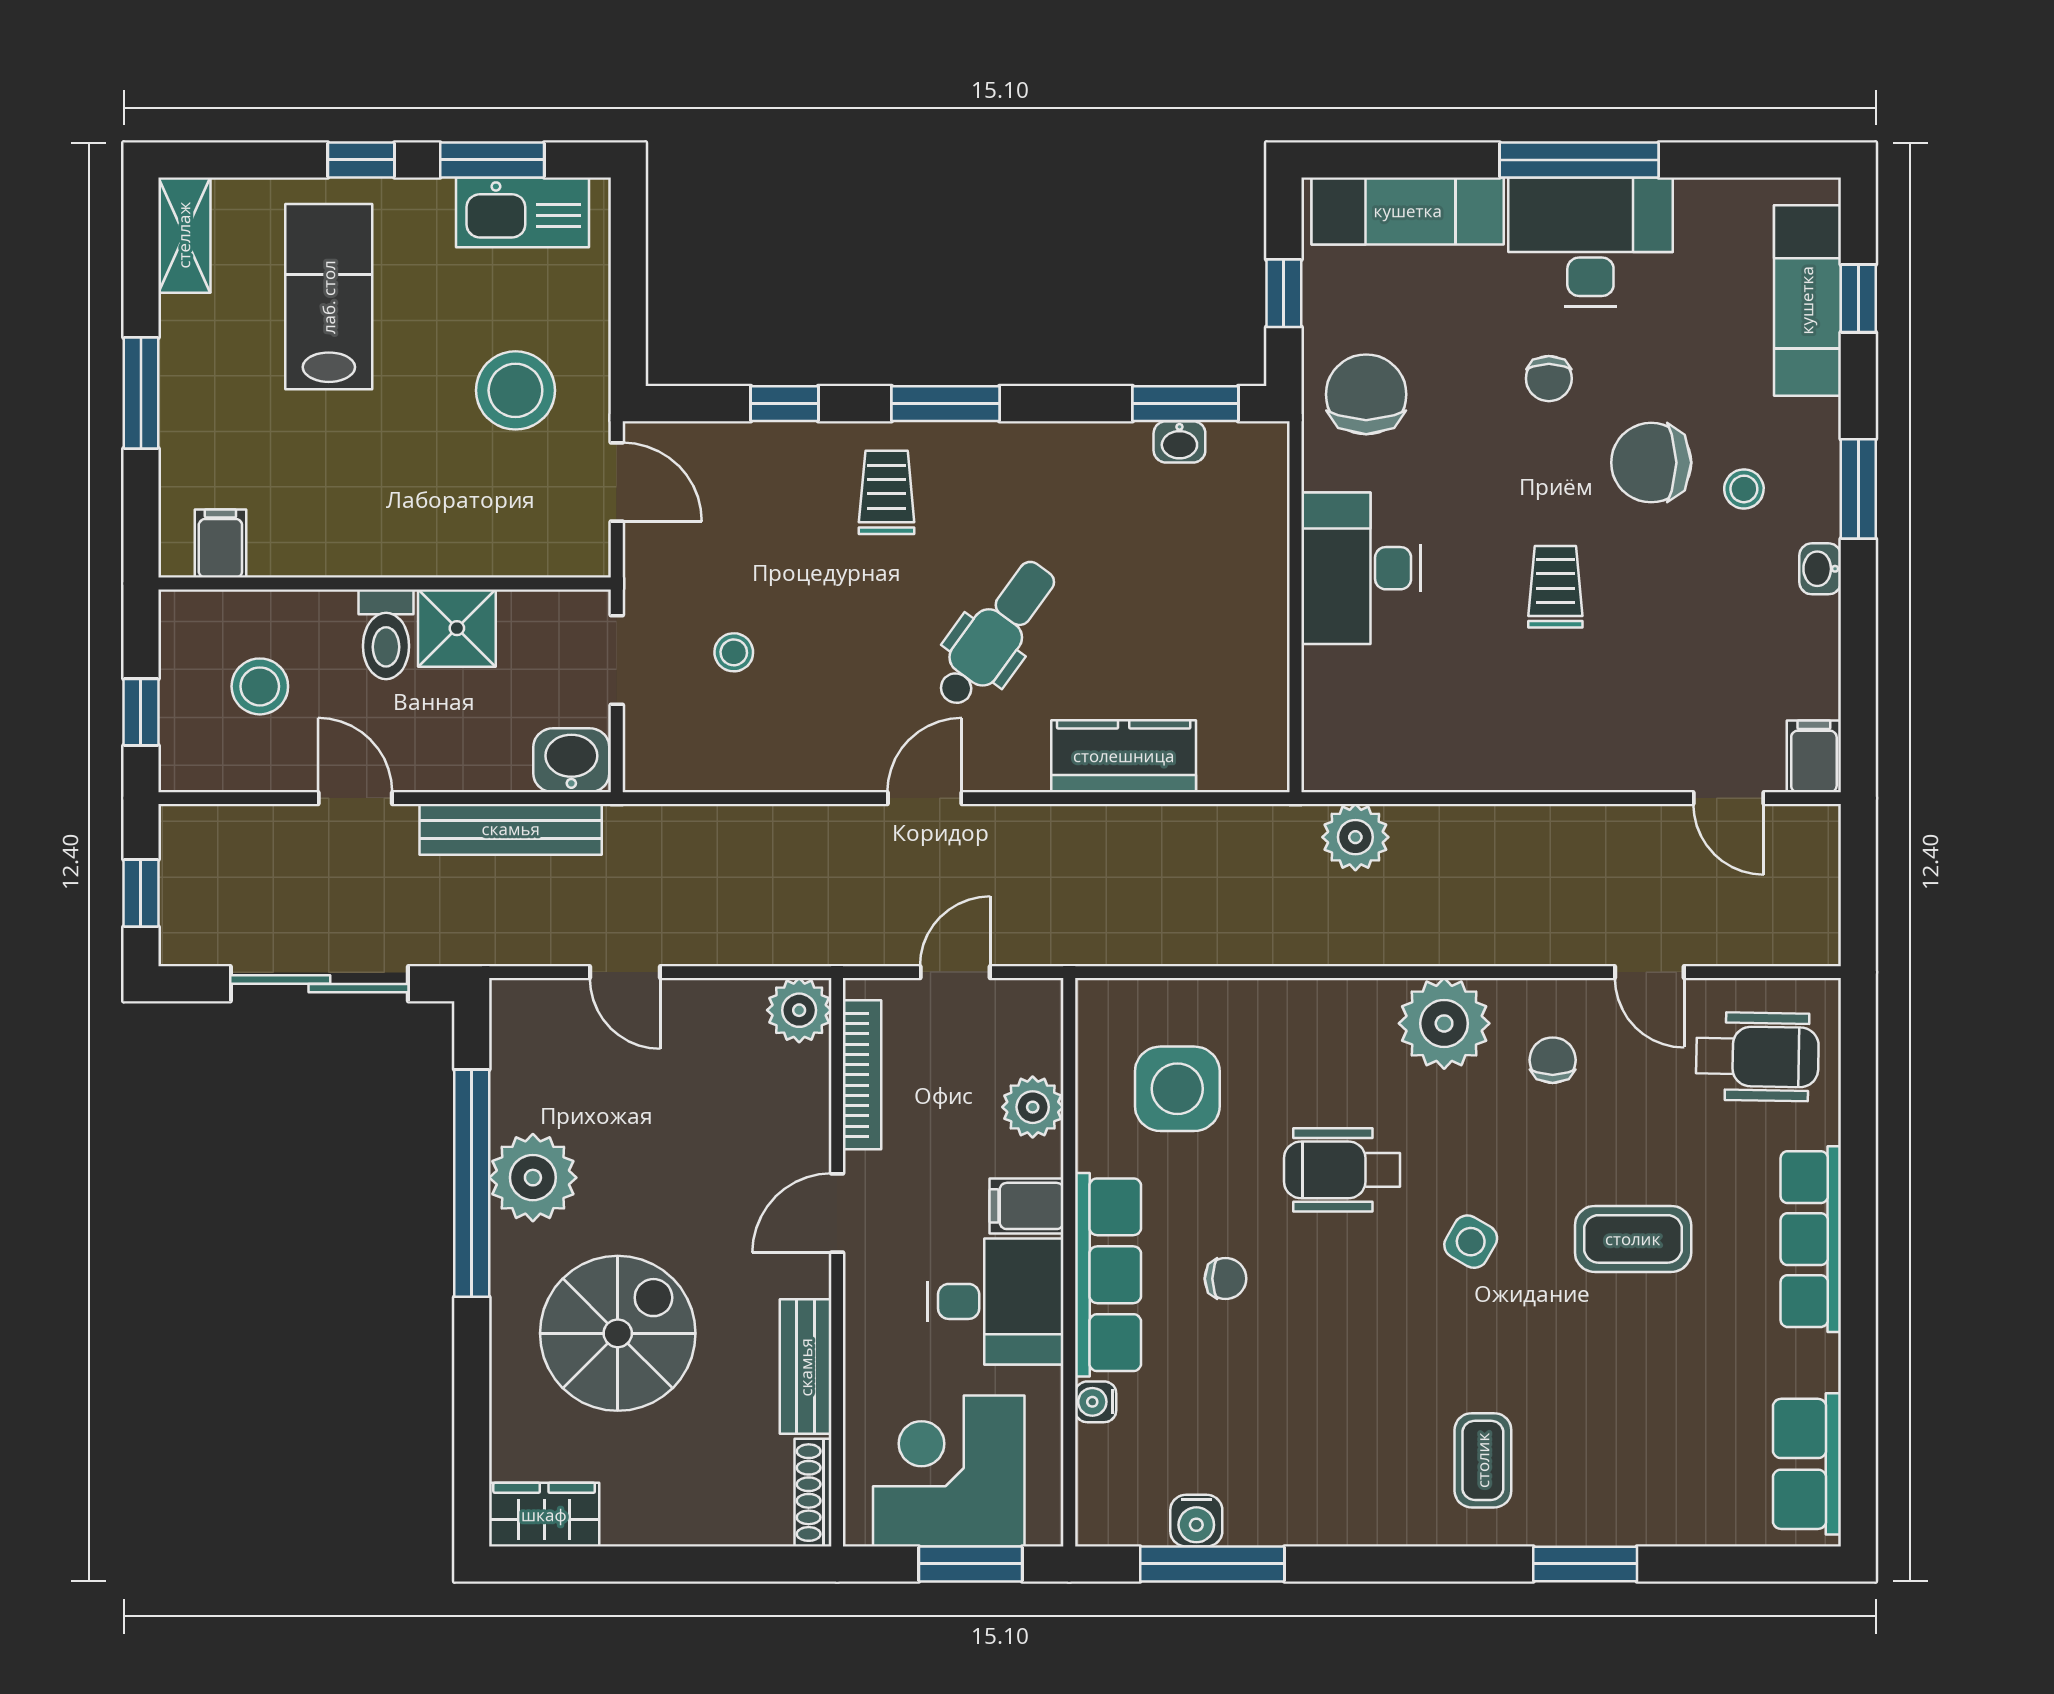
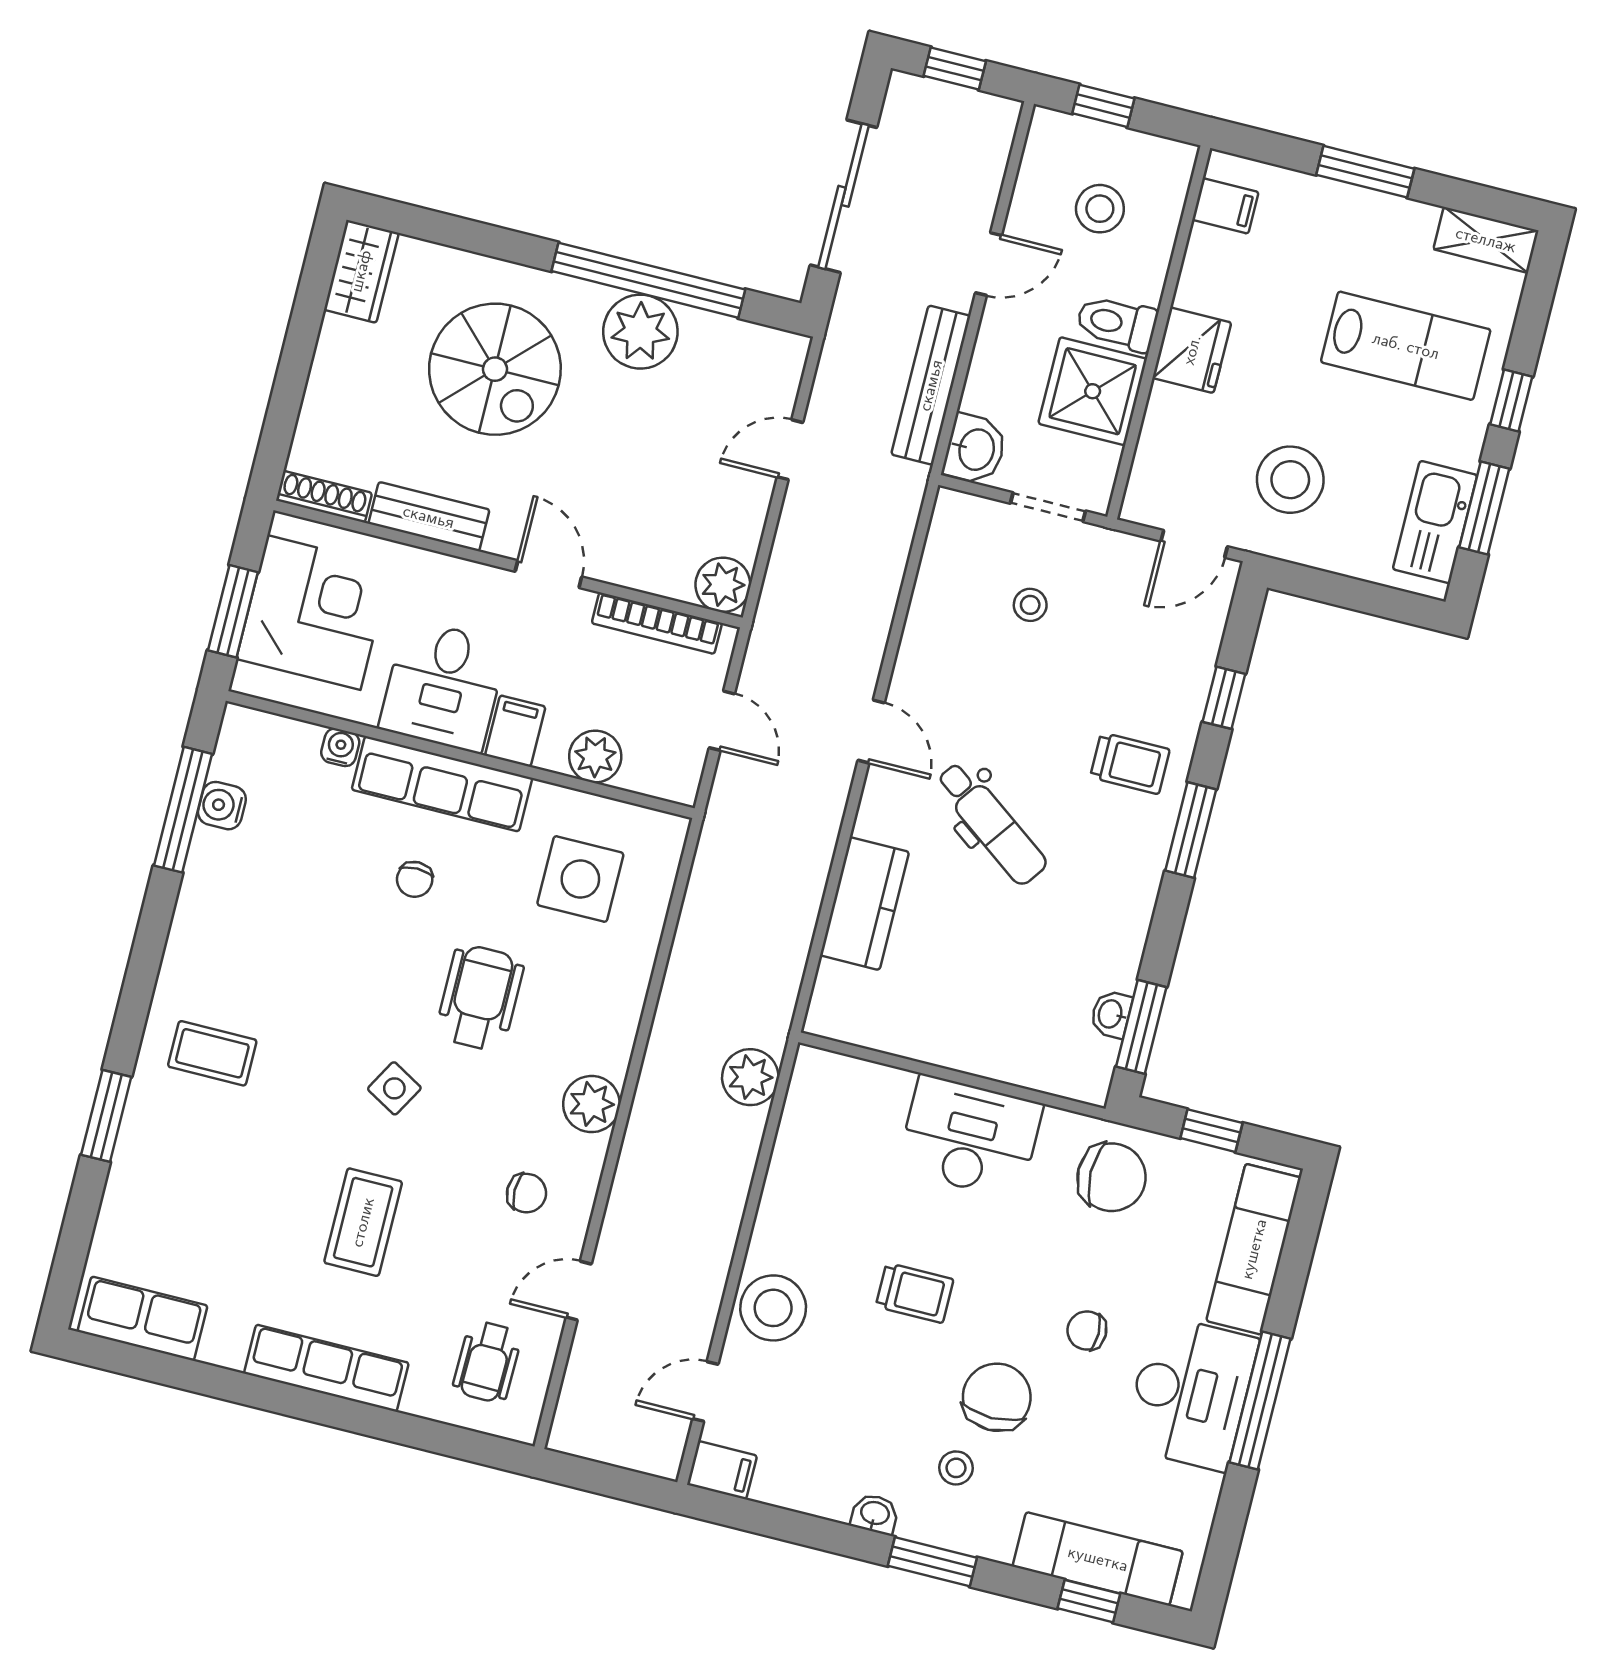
fridge: (395, 540) -> (1192, 350), added
shower: (457, 628) -> (1093, 391), width x1.36, depth x1.36
stool: (1613, 744) -> (773, 1308), added
plant: (1444, 1023) -> (591, 1104), width x0.73, depth x0.73
wheelchair: (1757, 1057) -> (487, 1362), width x0.73, depth x0.73

